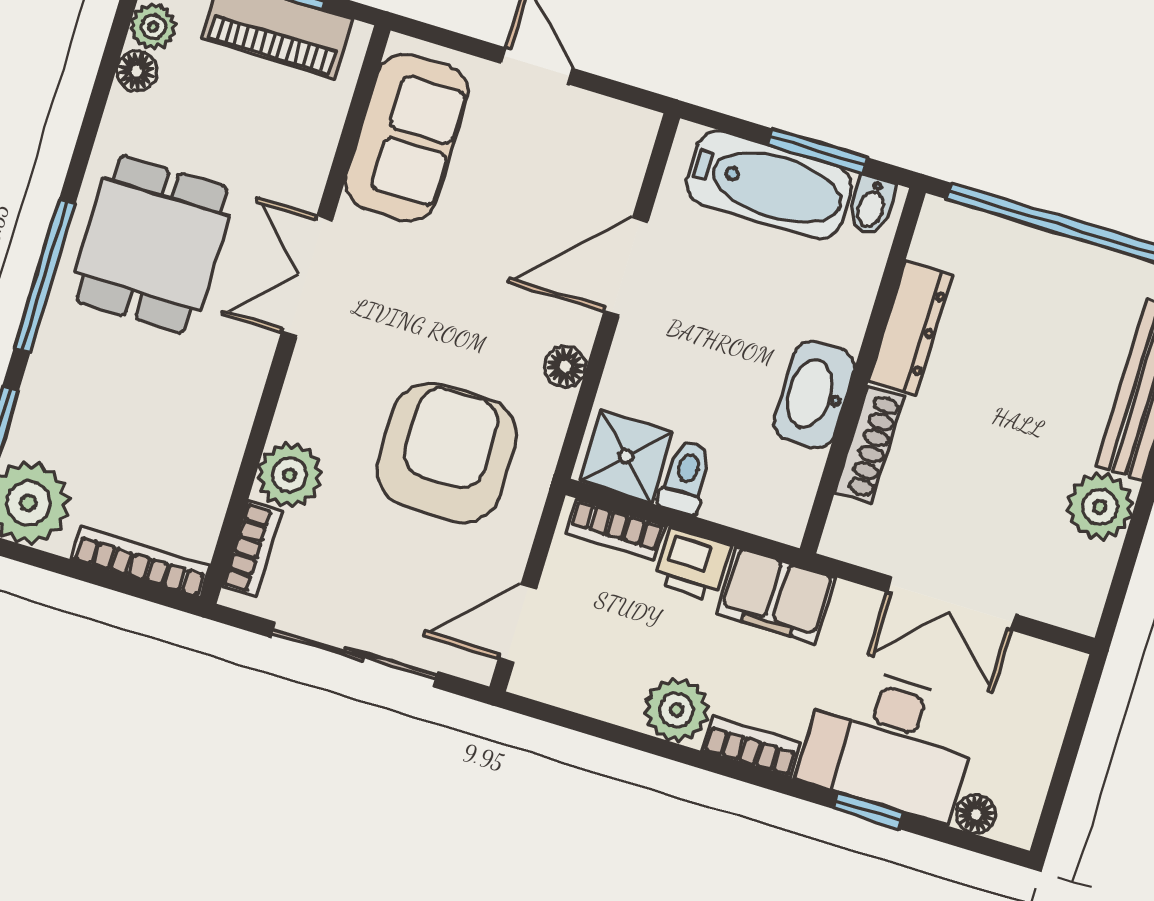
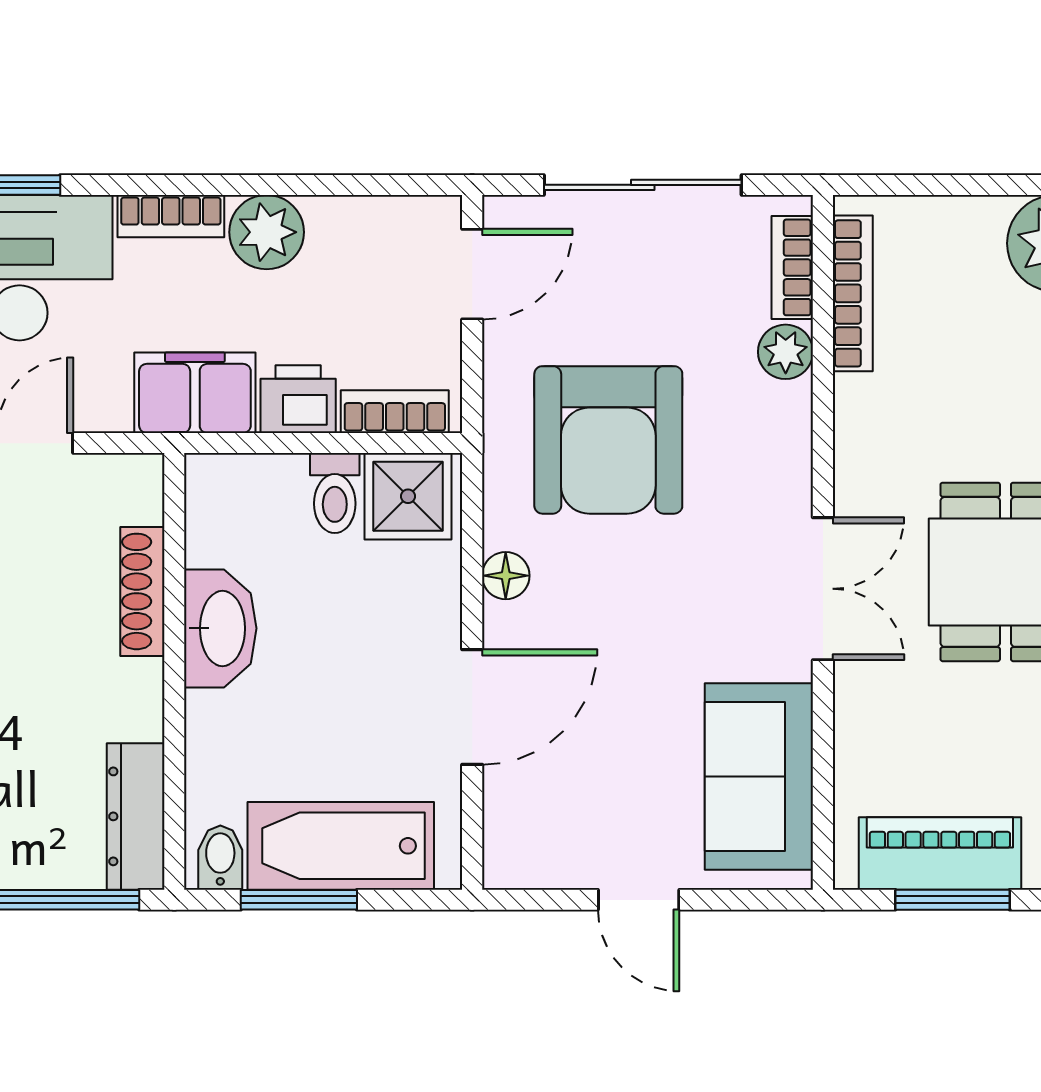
dresser: (910, 328) -> (136, 816), moved
plant: (289, 475) -> (786, 352), width x0.73, depth x0.73
bookcase: (141, 563) -> (853, 293), moved, turned -90

